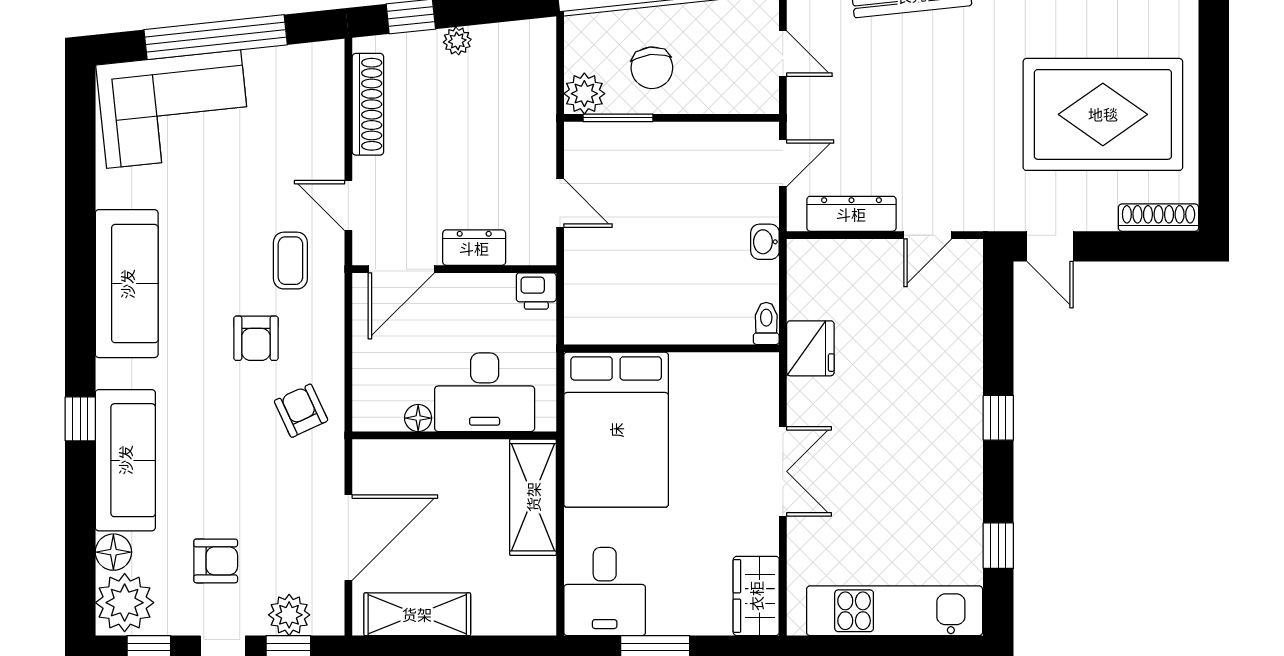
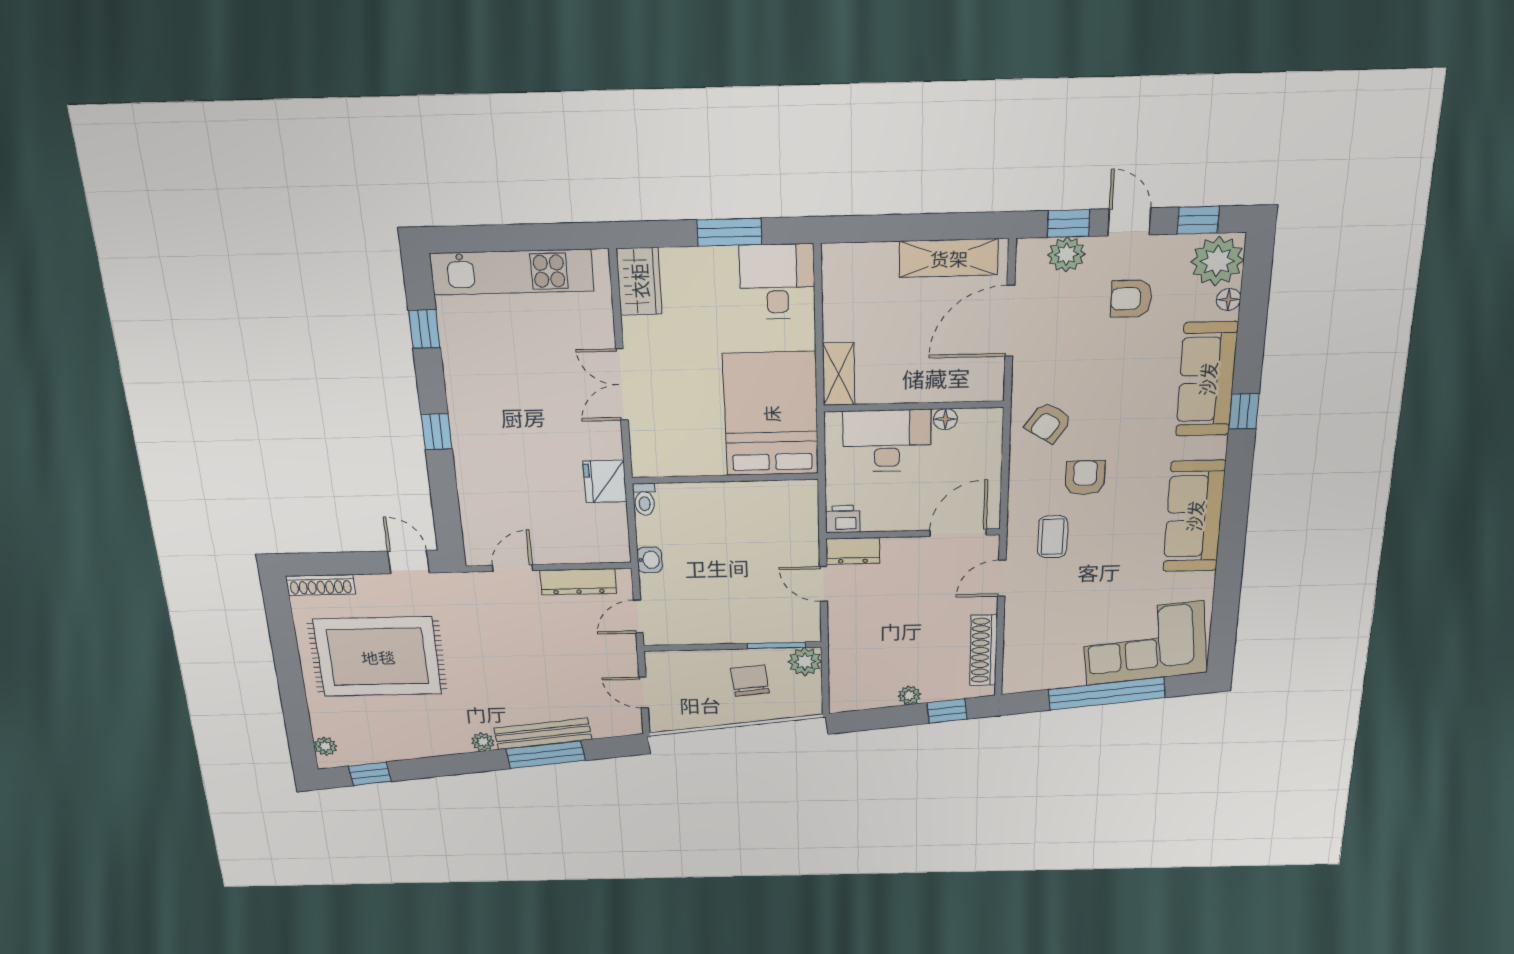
door: (348, 205) -> (1002, 578), swing flipped
dresser: (474, 248) -> (853, 551), moved
armchair: (301, 411) -> (1048, 423), turned 59
shelving: (533, 497) -> (839, 374), width x0.67, depth x0.75
floor lamp: (113, 552) -> (1229, 299), width x0.73, depth x0.73

